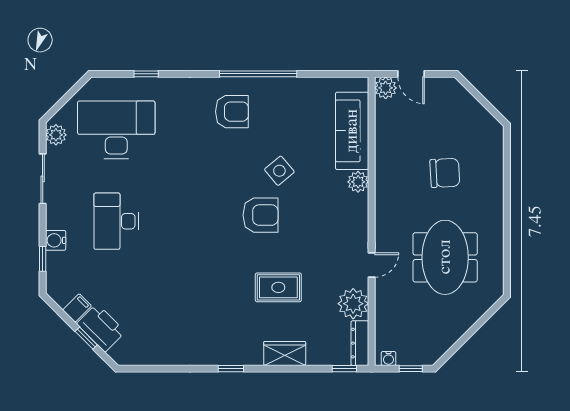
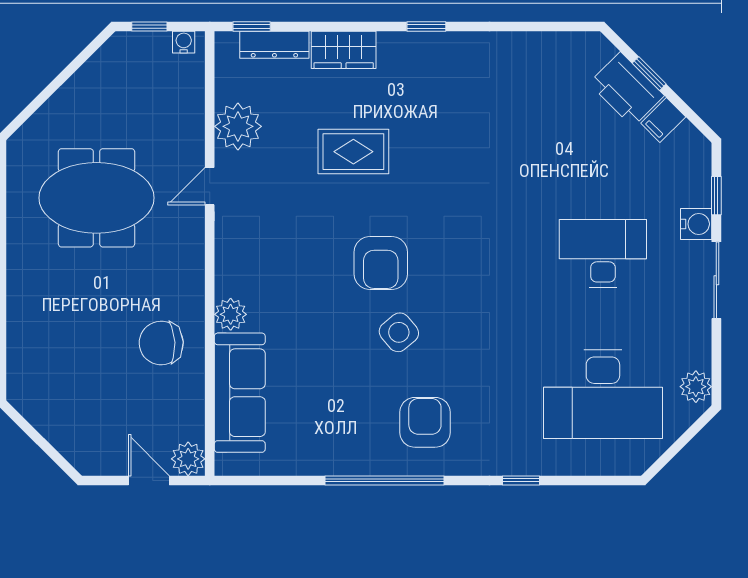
window: (146, 74) -> (521, 480), moved
armchair: (232, 112) -> (425, 422), turned 90
side table: (279, 171) -> (399, 332), moved
chair: (445, 173) -> (161, 343), moved
sliding door: (43, 179) -> (716, 280), moved
armchair: (261, 215) -> (381, 263), turned -90
desk: (116, 221) -> (603, 253), turned -90
meeting table: (445, 257) -> (96, 198), turned 90
dresser: (360, 343) -> (274, 45), moved, turned 90

